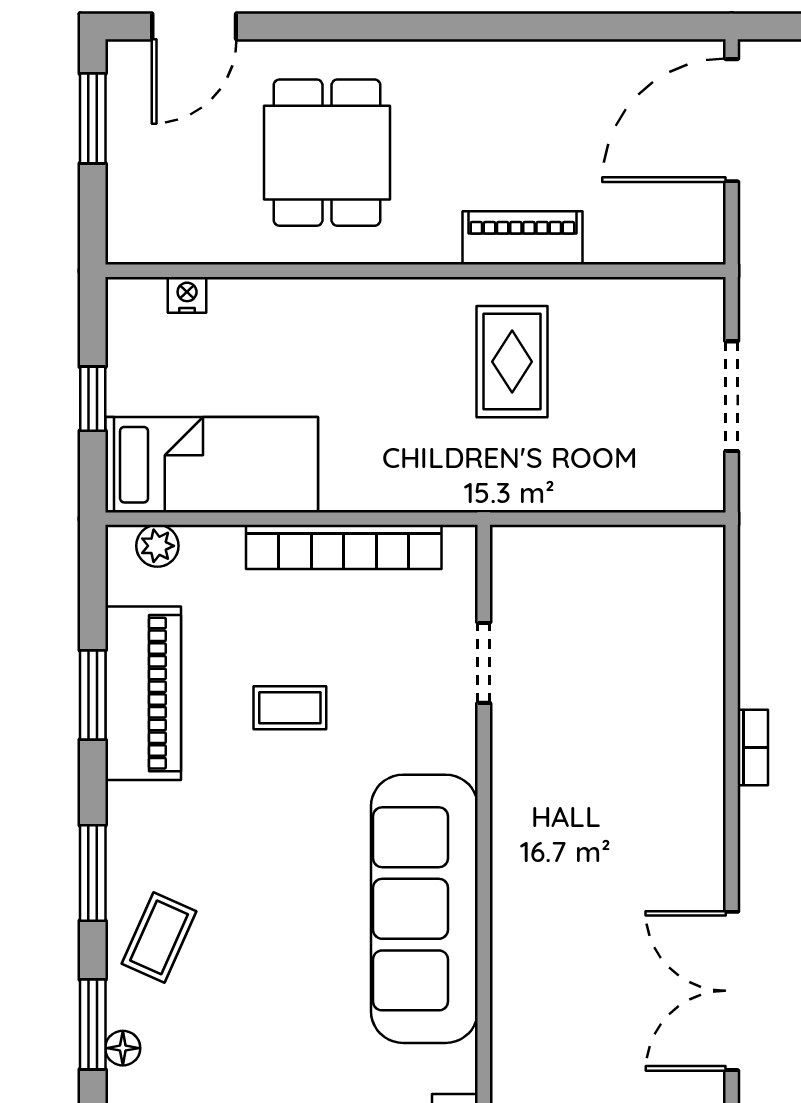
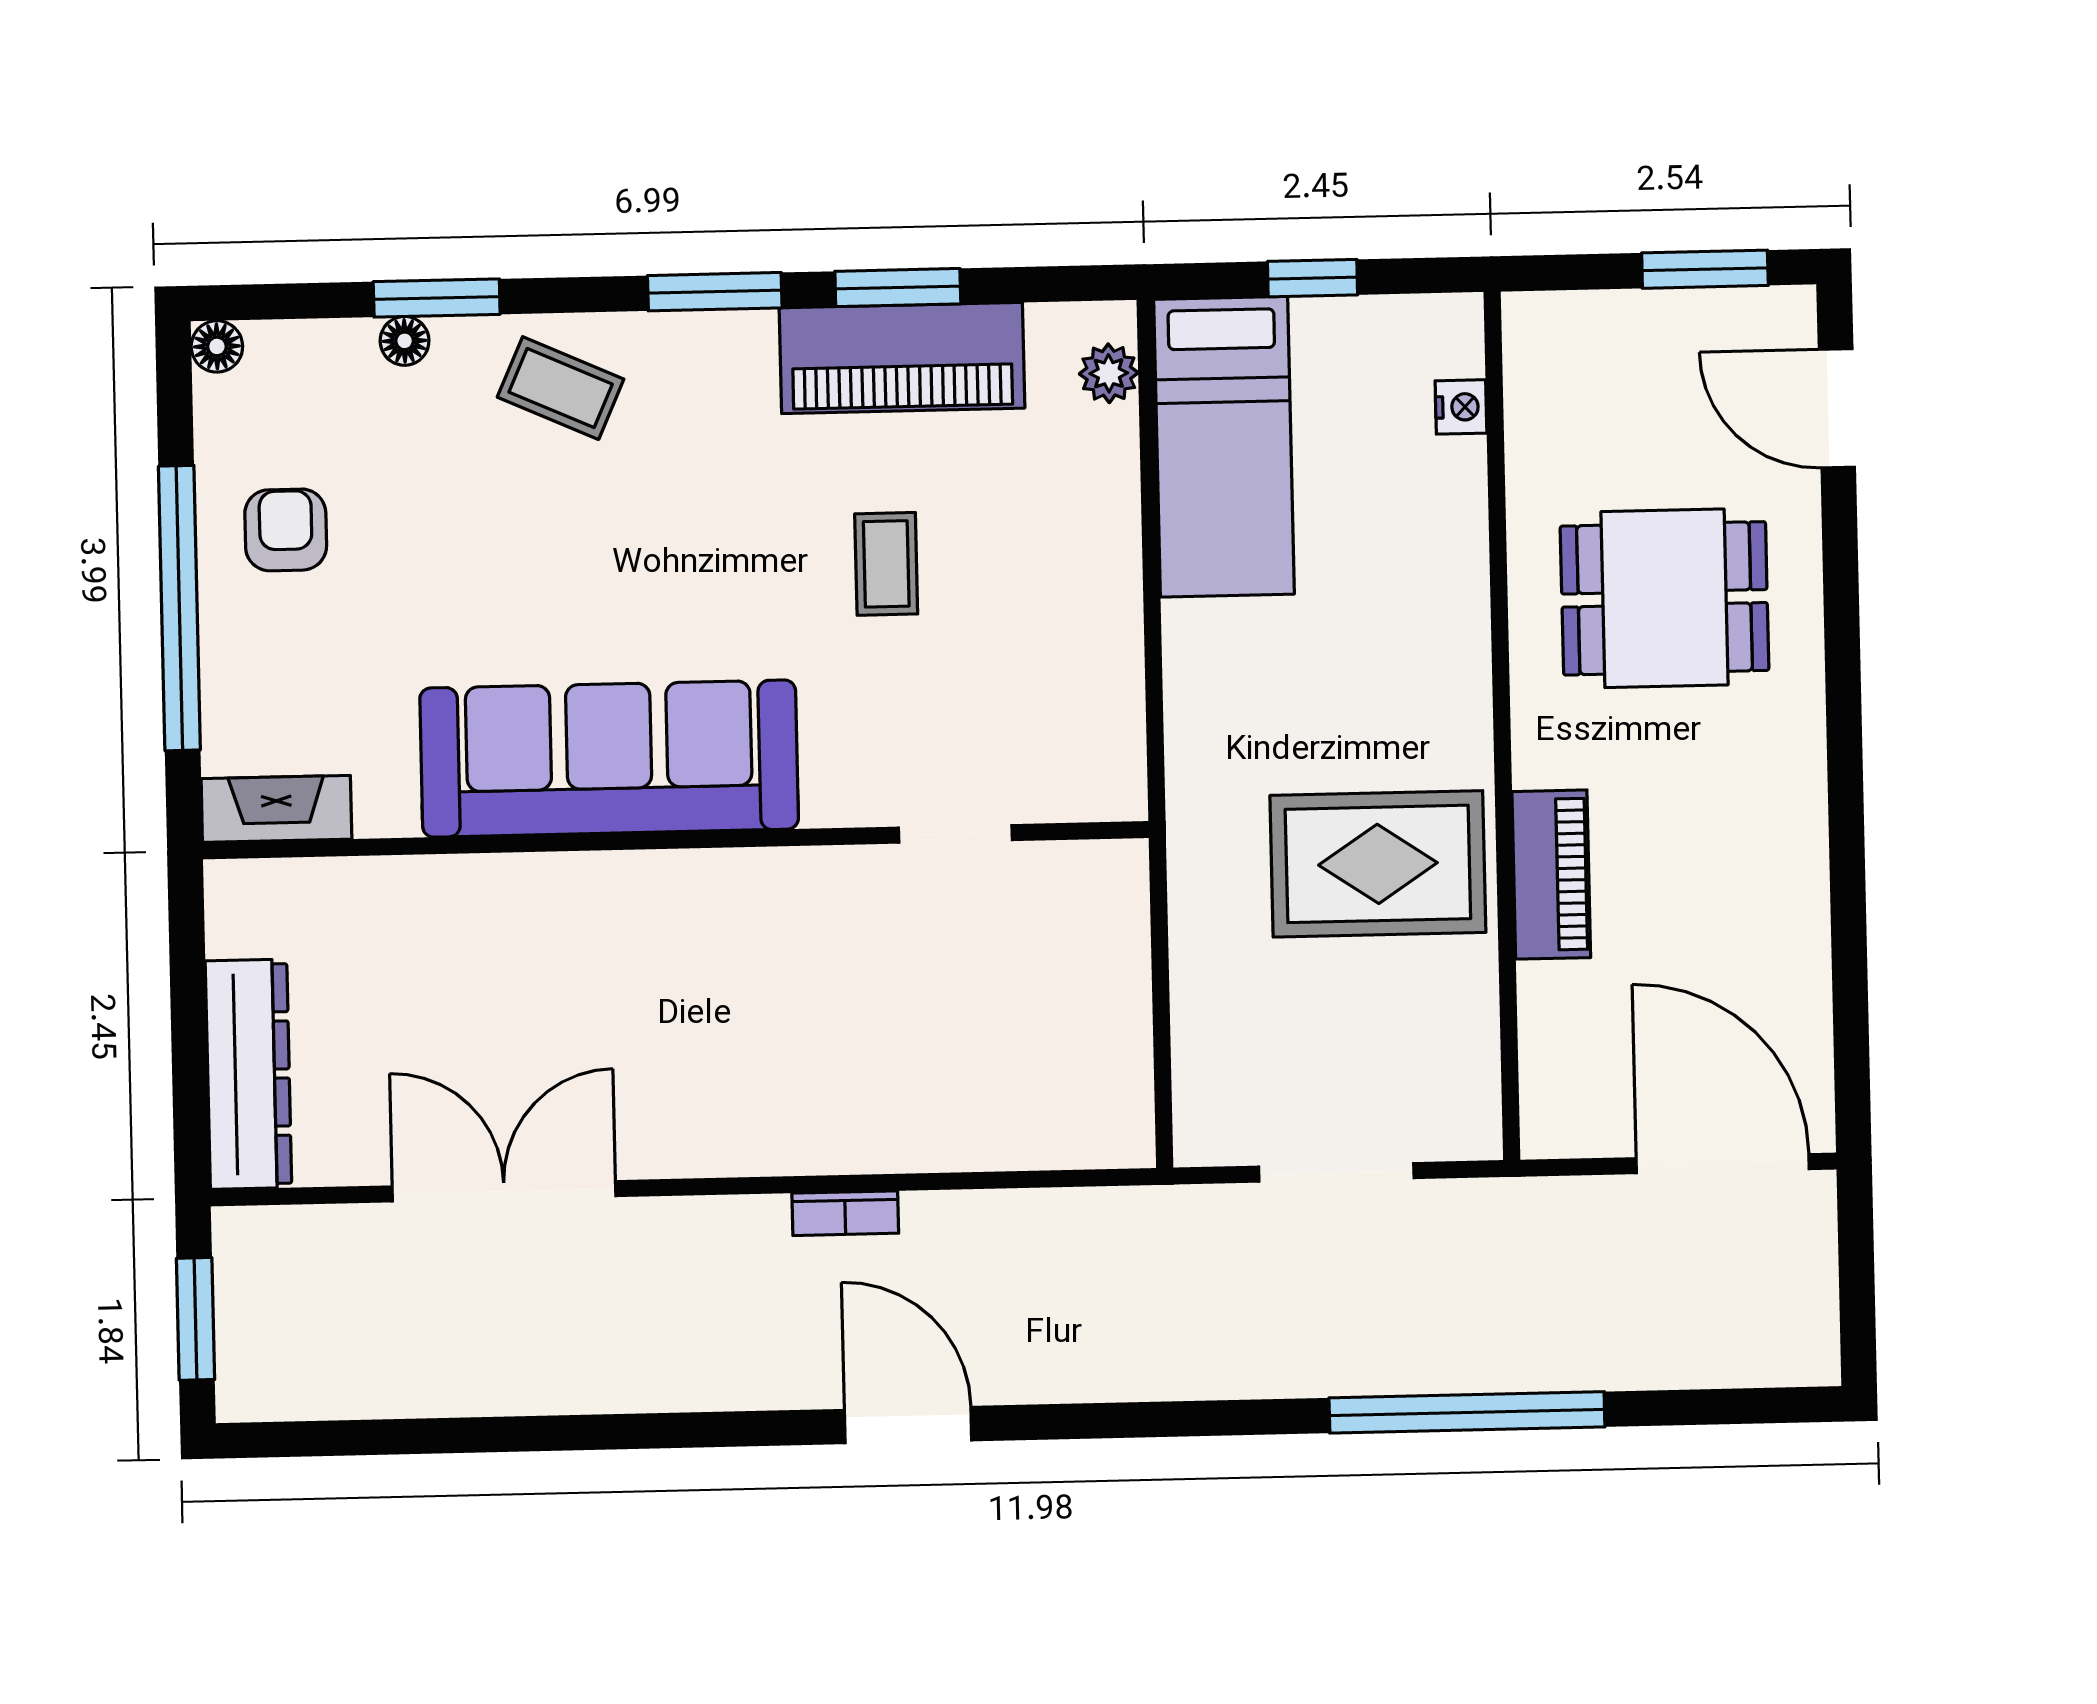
rug: (512, 362) -> (1378, 864), width x1.36, depth x1.43
bookcase: (344, 547) -> (1113, 634), removed
window: (93, 873) -> (715, 292), moved

